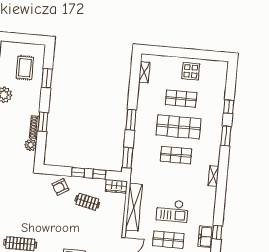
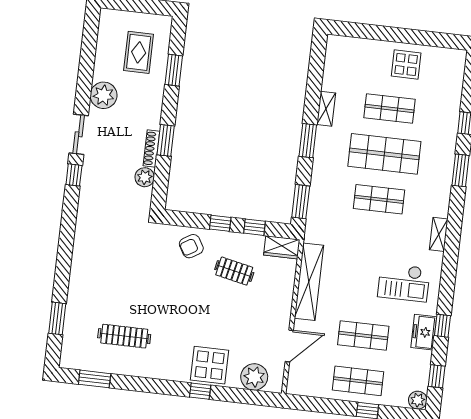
shelving: (144, 72) -> (326, 109), moved
checkout: (172, 211) -> (404, 282), moved

